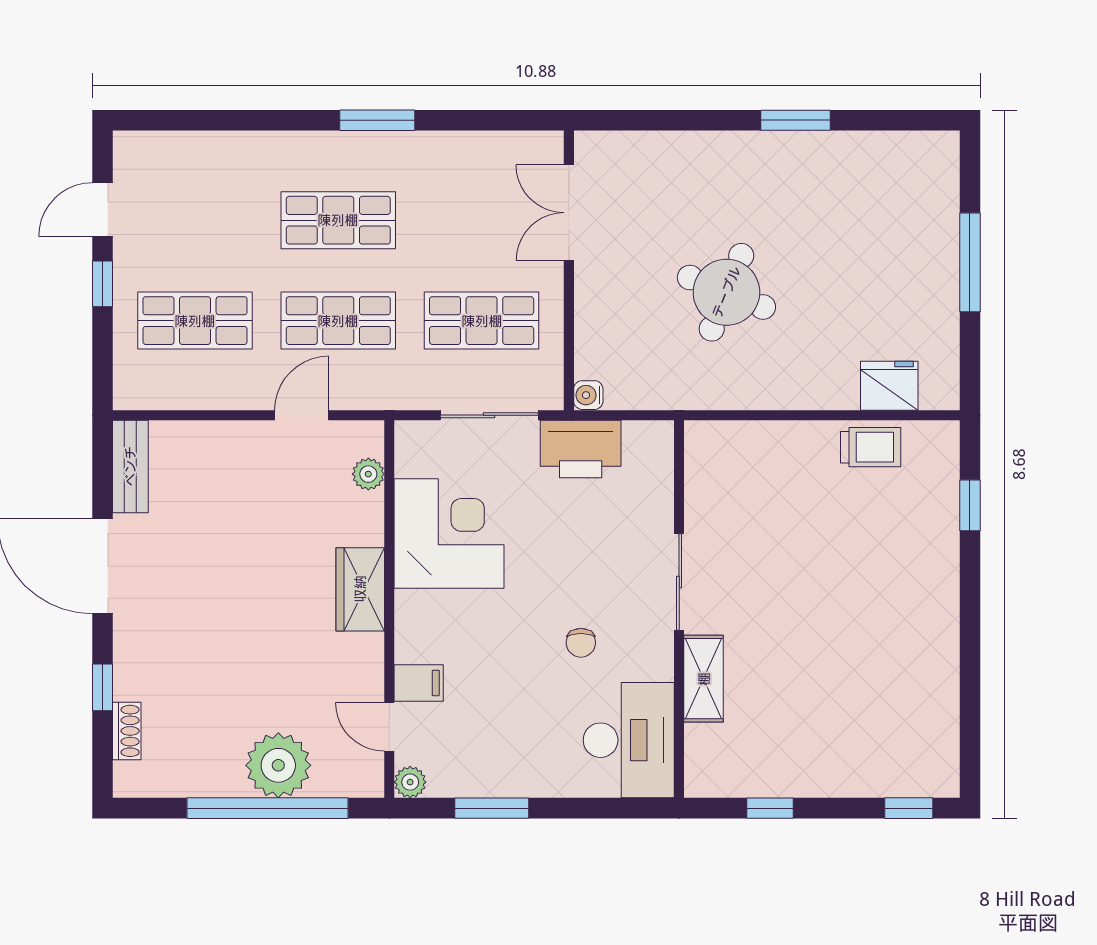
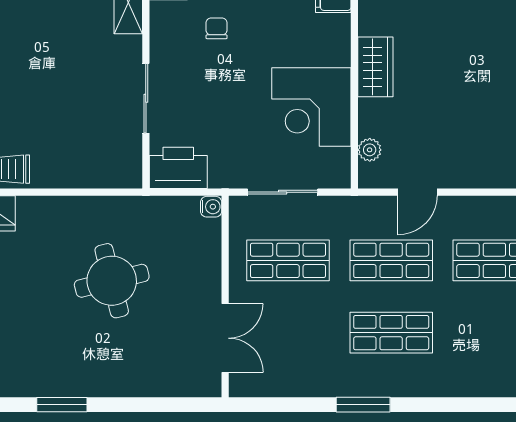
round table: (726, 292) -> (112, 281), turned -36
printer: (581, 449) -> (178, 168), moved
sliding door: (679, 582) -> (146, 98), moved

